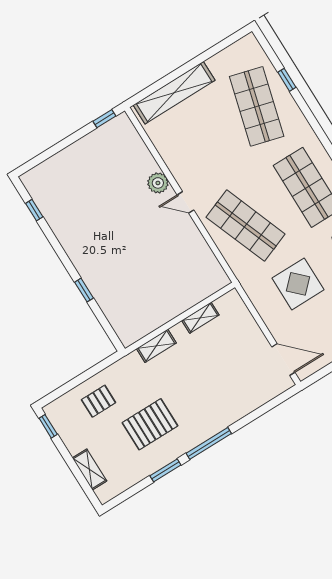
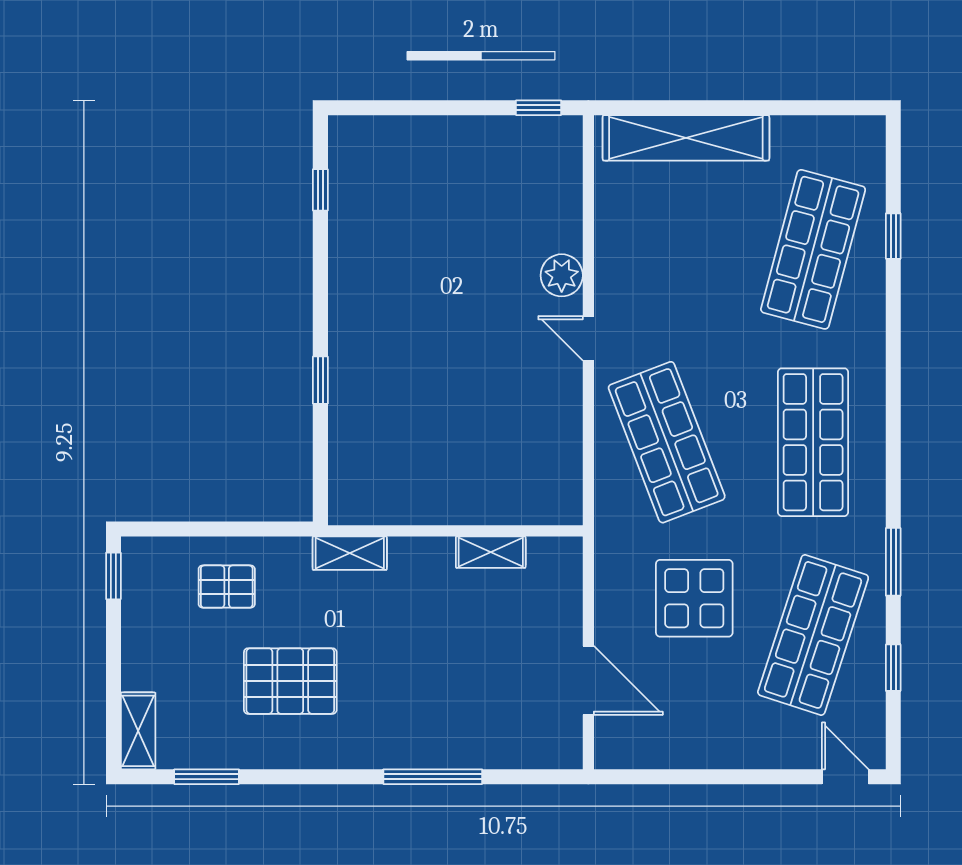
shelving: (156, 346) -> (350, 553), moved
door: (283, 360) -> (588, 680), moved
window: (209, 443) -> (433, 777), moved
shelving: (89, 469) -> (138, 731), moved
window: (165, 470) -> (207, 777), moved

